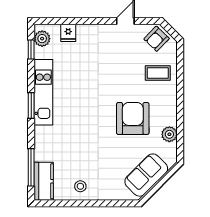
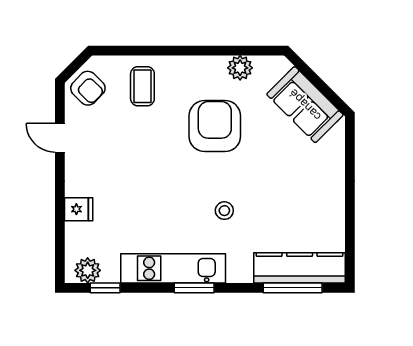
fridge: (68, 33) -> (79, 209), moved
armchair: (133, 118) -> (215, 126), turned 90
kitchen counter: (44, 181) -> (300, 268), width x1.50
stool: (80, 186) -> (224, 211), moved

